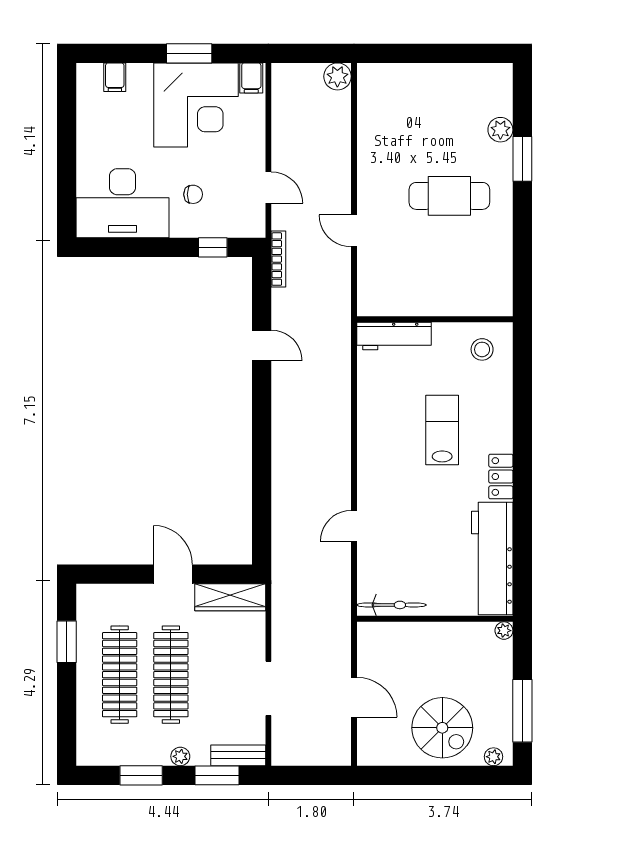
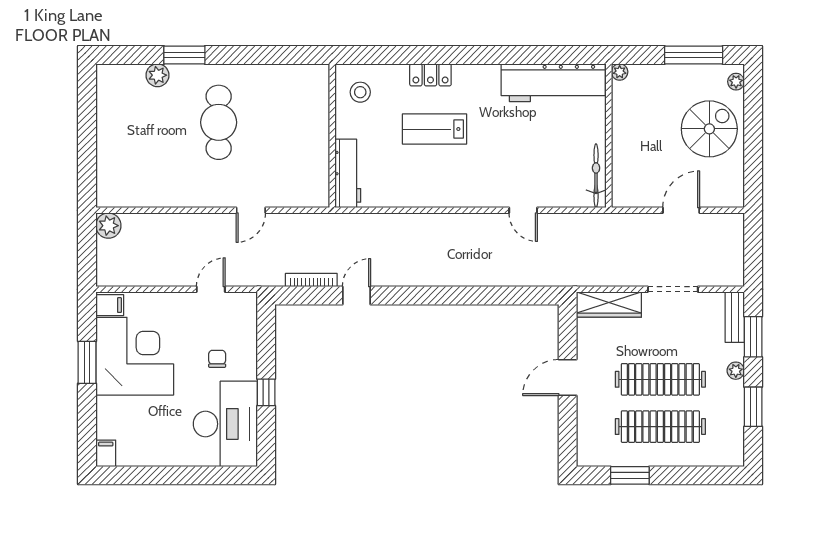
filing cabinet: (115, 77) -> (106, 453), moved, turned -90
window: (213, 247) -> (266, 392), moved
bookcase: (278, 259) -> (311, 280), moved
locker: (501, 476) -> (430, 75), moved
wardrobe: (230, 597) -> (609, 305), moved, turned 90

